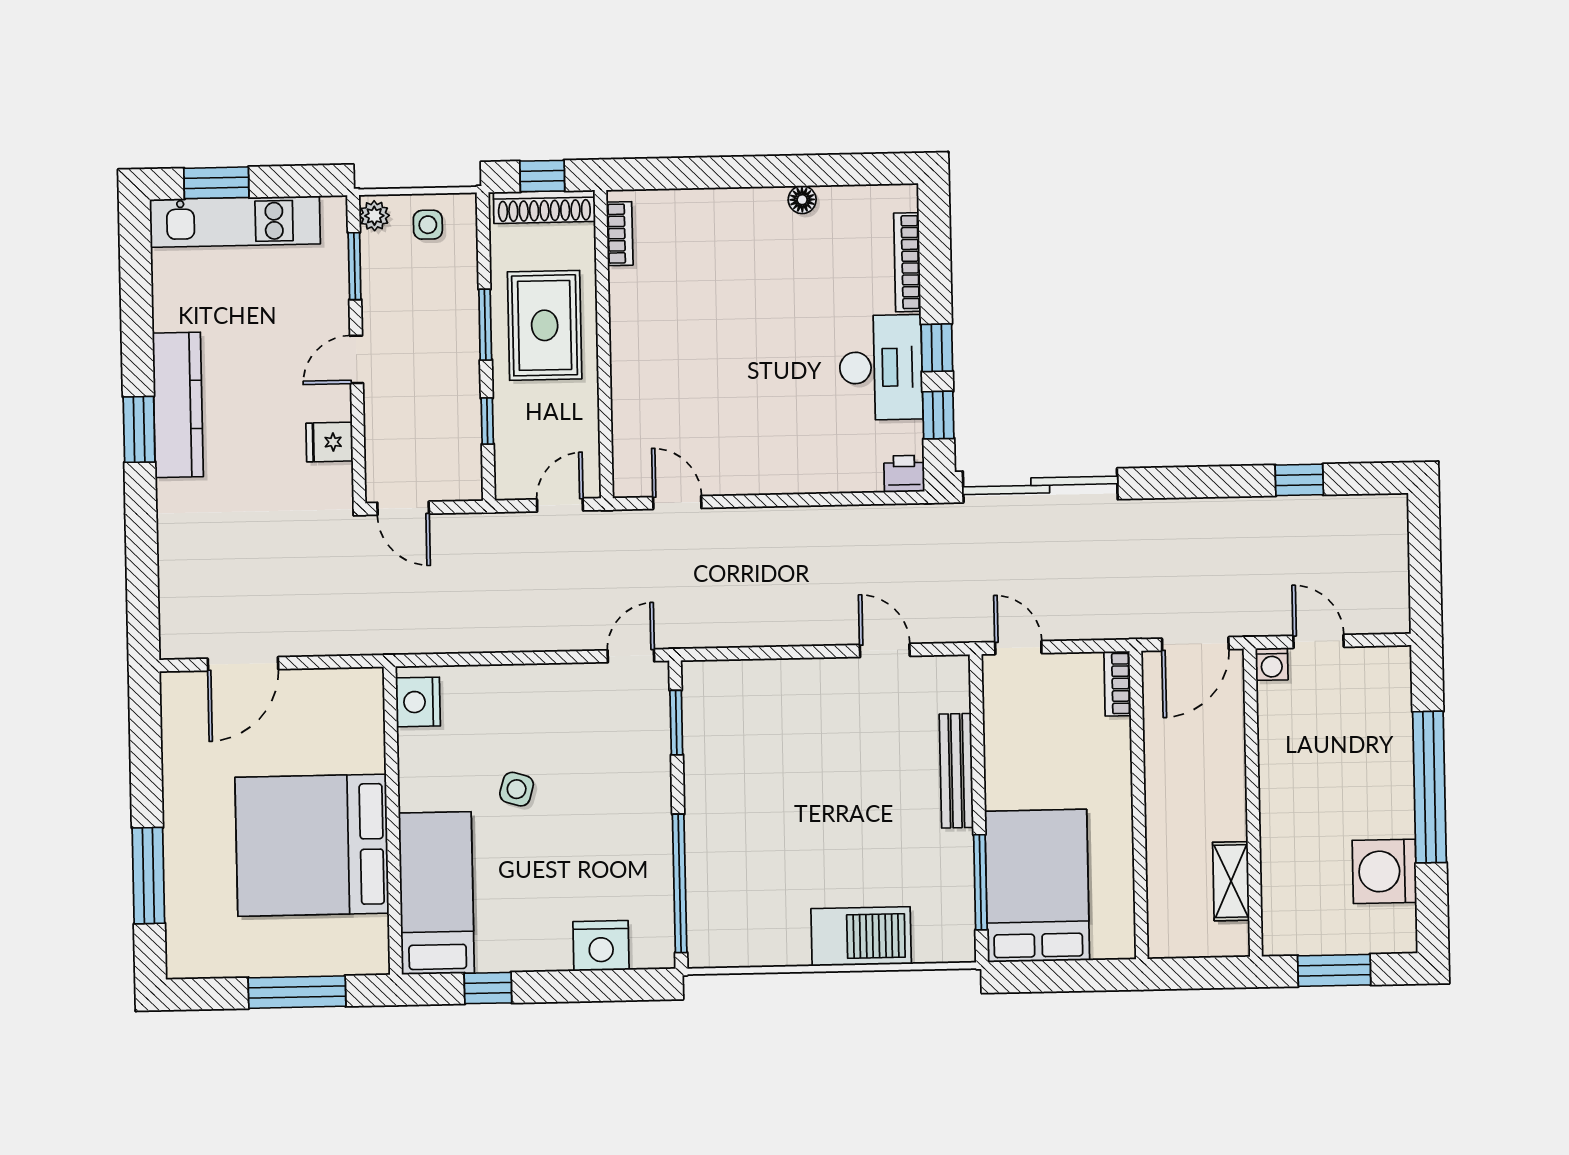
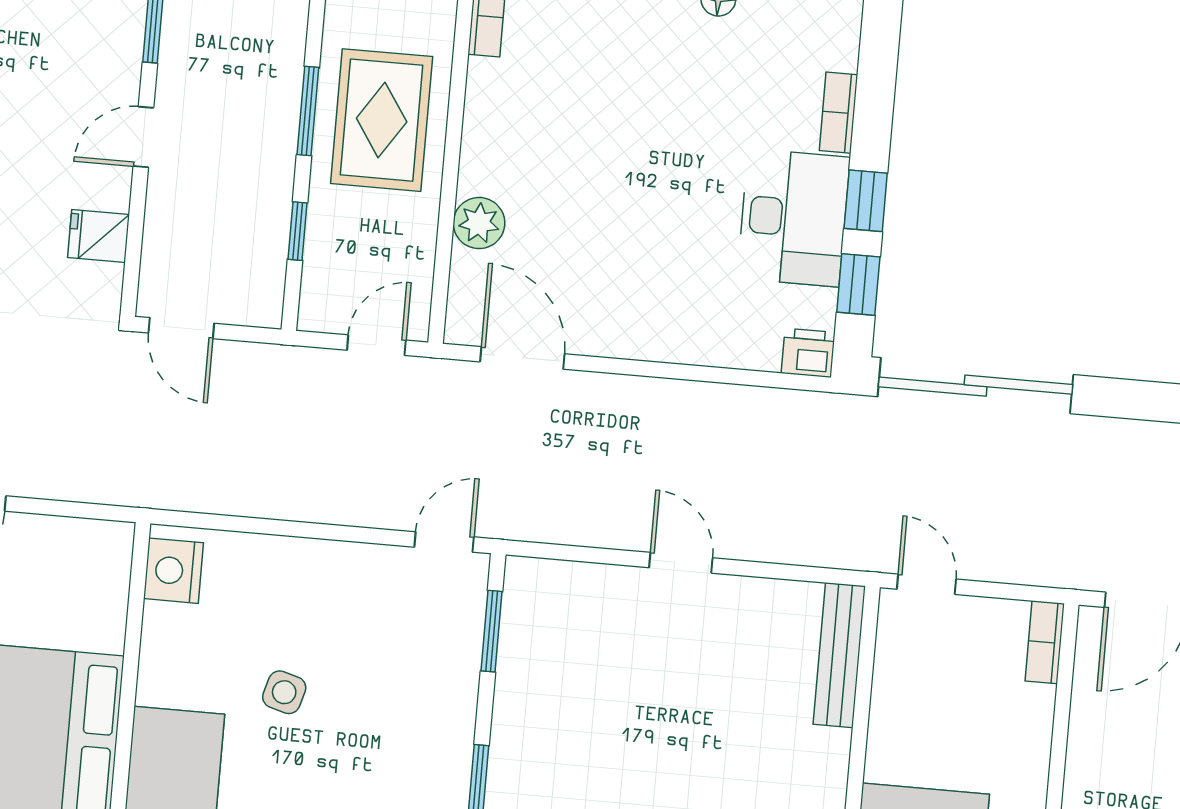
bookcase: (907, 262) -> (838, 113), width x0.64
plant: (631, 399) -> (479, 223), added
door: (677, 502) -> (522, 358), width x1.38
door: (885, 650) -> (681, 563), moved
bench: (956, 771) -> (839, 655), moved

